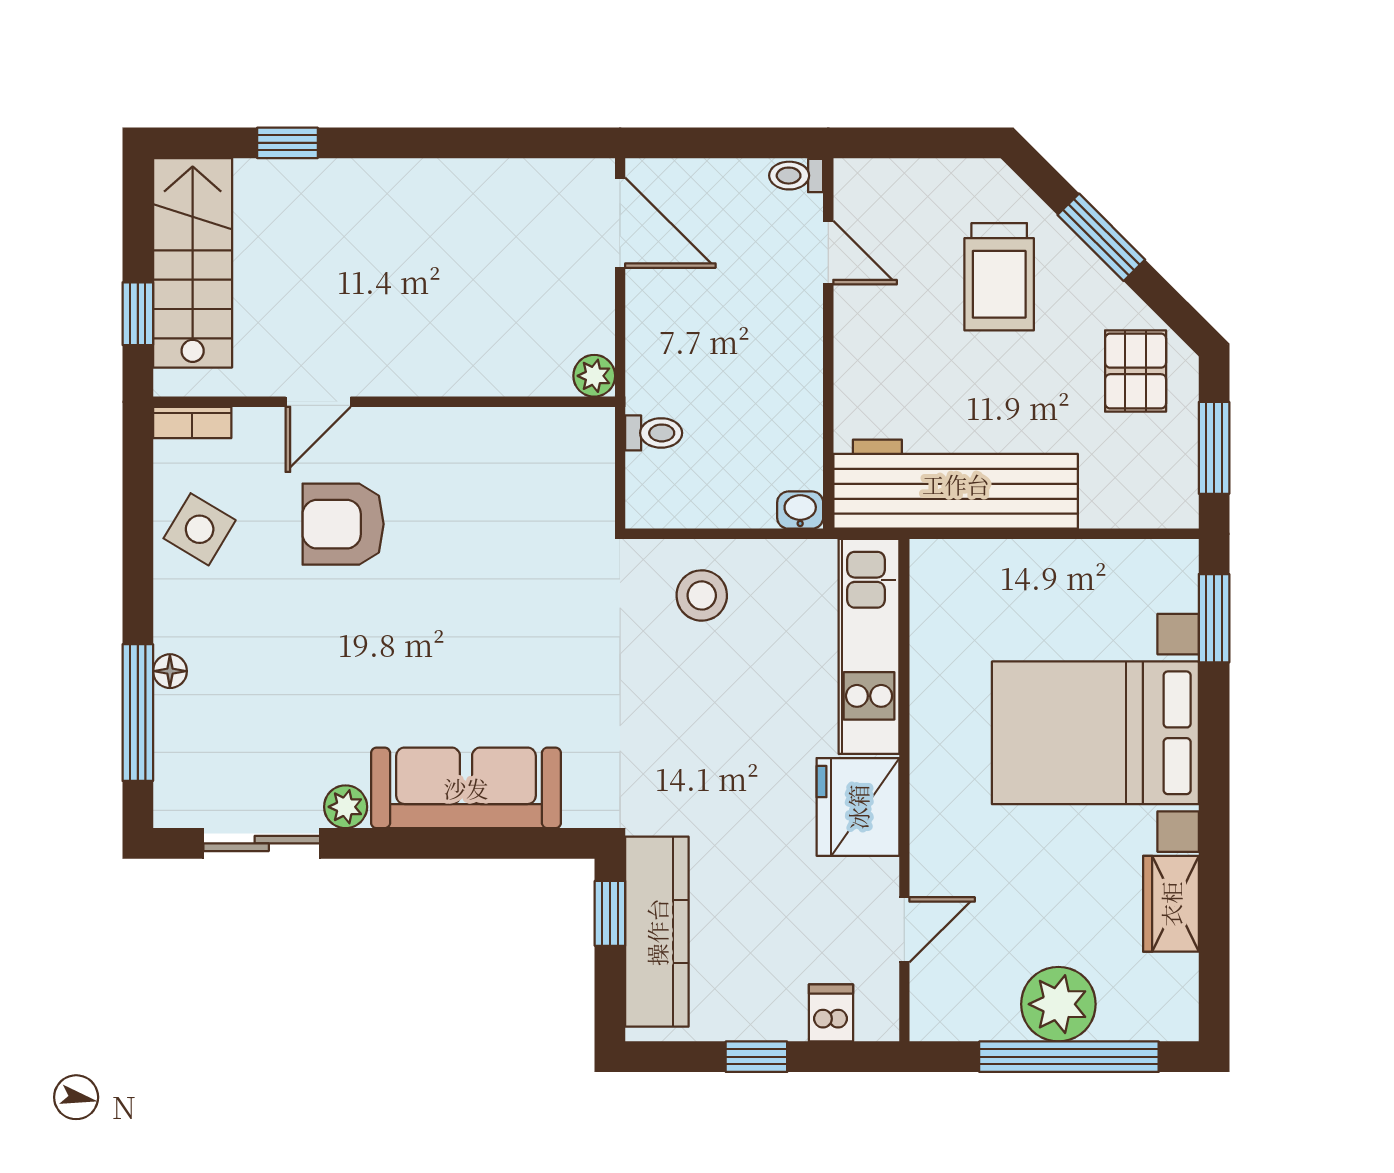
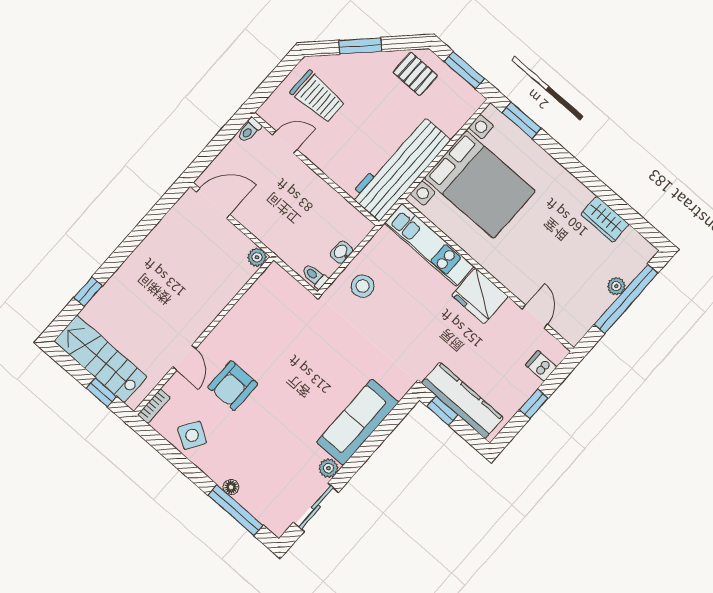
trolley: (999, 277) -> (318, 97), moved
toilet: (654, 433) -> (315, 276), moved, turned -90
washbasin: (800, 510) -> (341, 252), moved
bed with nightstands: (1095, 733) -> (480, 184), moved, turned -90
plant: (1058, 1004) -> (616, 286), width x0.53, depth x0.53

